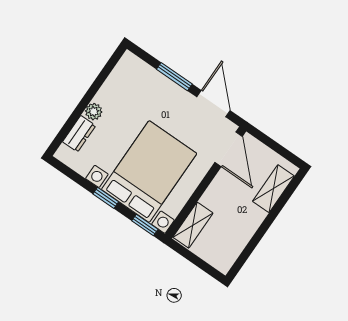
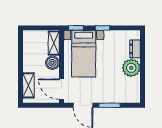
plant: (94, 112) -> (131, 68), width x1.88, depth x1.88
bed with nightstands: (149, 172) -> (84, 54), width x0.73
boiler: (215, 198) -> (52, 63), added

